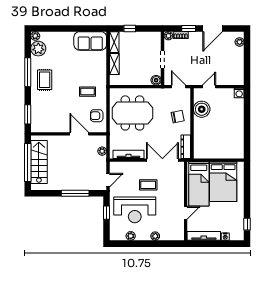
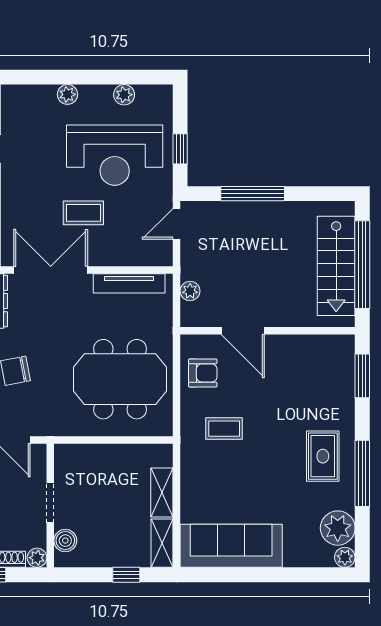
sofa: (90, 41) -> (231, 546), width x1.36
boiler: (156, 80) -> (65, 541), moved
double door: (162, 160) -> (51, 270), swing flipped
reception desk: (135, 210) -> (115, 155), turned 180

